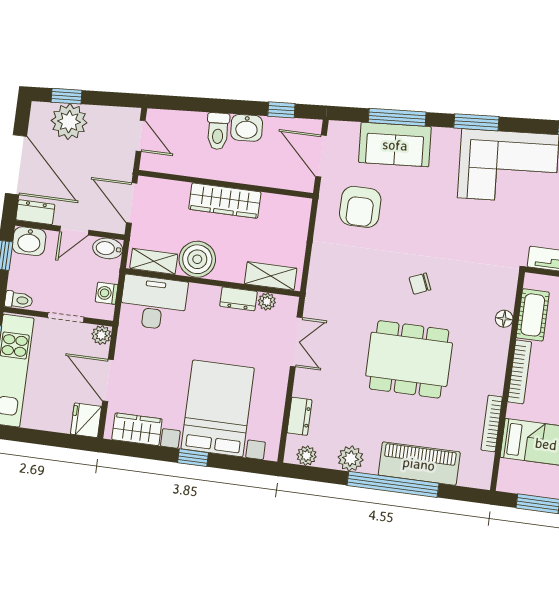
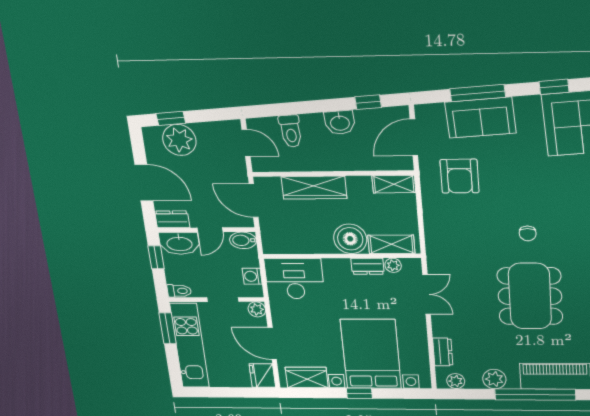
window: (476, 122) -> (554, 87), width x0.67
toilet: (218, 131) -> (291, 131), moved
door: (321, 156) -> (414, 137), hinge flipped
door: (16, 165) -> (144, 183), width x0.73
wardrobe: (225, 201) -> (314, 188), moved
washbasin: (29, 241) -> (179, 243), width x1.38
boiler: (197, 259) -> (350, 239), moved
shelving: (154, 261) -> (394, 184), moved
chair: (420, 284) -> (528, 233), turned -67
dining table: (409, 359) -> (530, 296), turned 90

